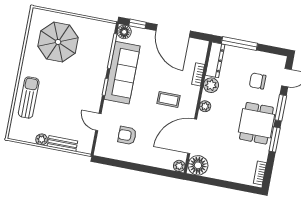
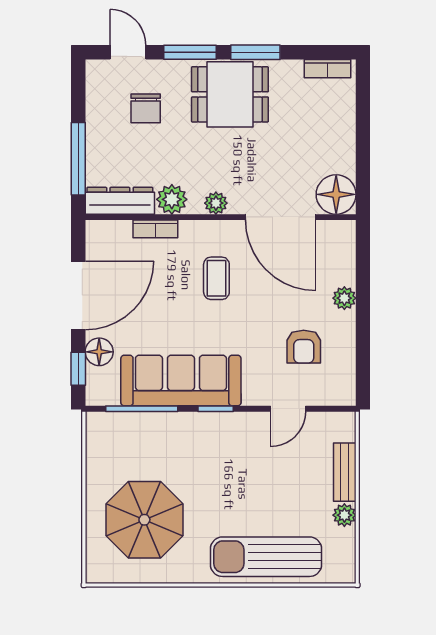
floor lamp: (124, 32) -> (99, 352), moved
sun lounger: (29, 97) -> (266, 557), width x1.36, depth x1.34
plant: (179, 166) -> (344, 298), moved

